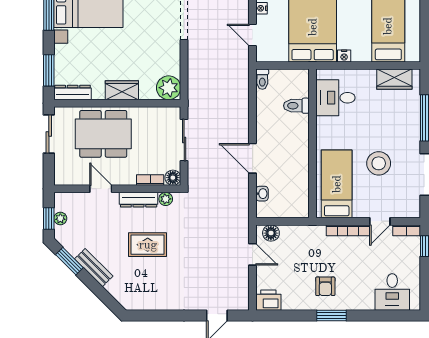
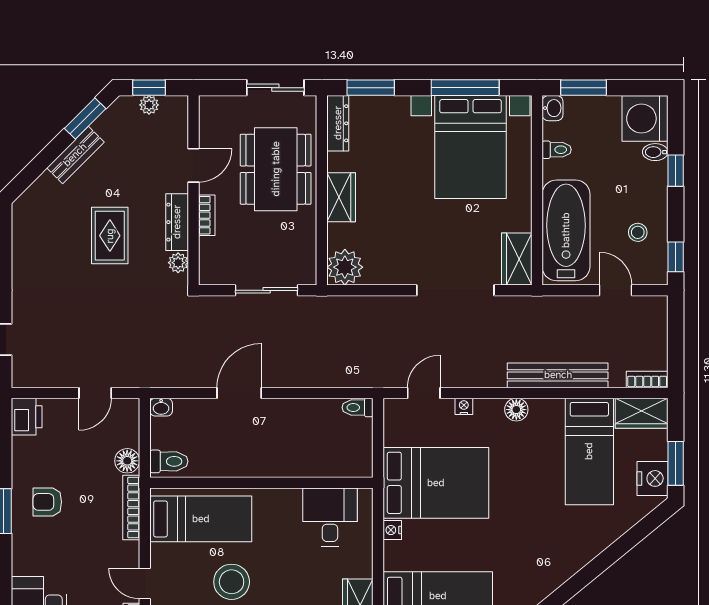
toilet: (296, 106) -> (169, 461), moved, turned 90
floor lamp: (173, 178) -> (210, 273), removed
bookcase: (150, 180) -> (207, 215), moved
washbasin: (262, 194) -> (161, 407), moved
bookcase: (348, 230) -> (131, 507), moved
floor lamp: (271, 233) -> (127, 461), moved

